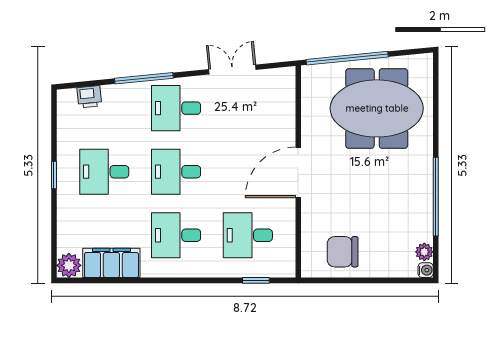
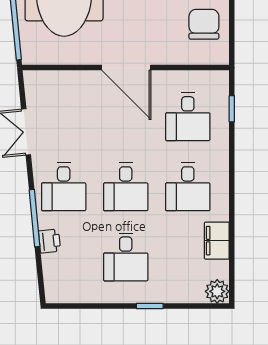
printer: (89, 97) -> (50, 241), moved
window: (54, 175) -> (150, 306), moved
chair: (343, 252) -> (204, 24), turned 180
filing cabinet: (111, 263) -> (217, 241), width x0.67, depth x0.86

